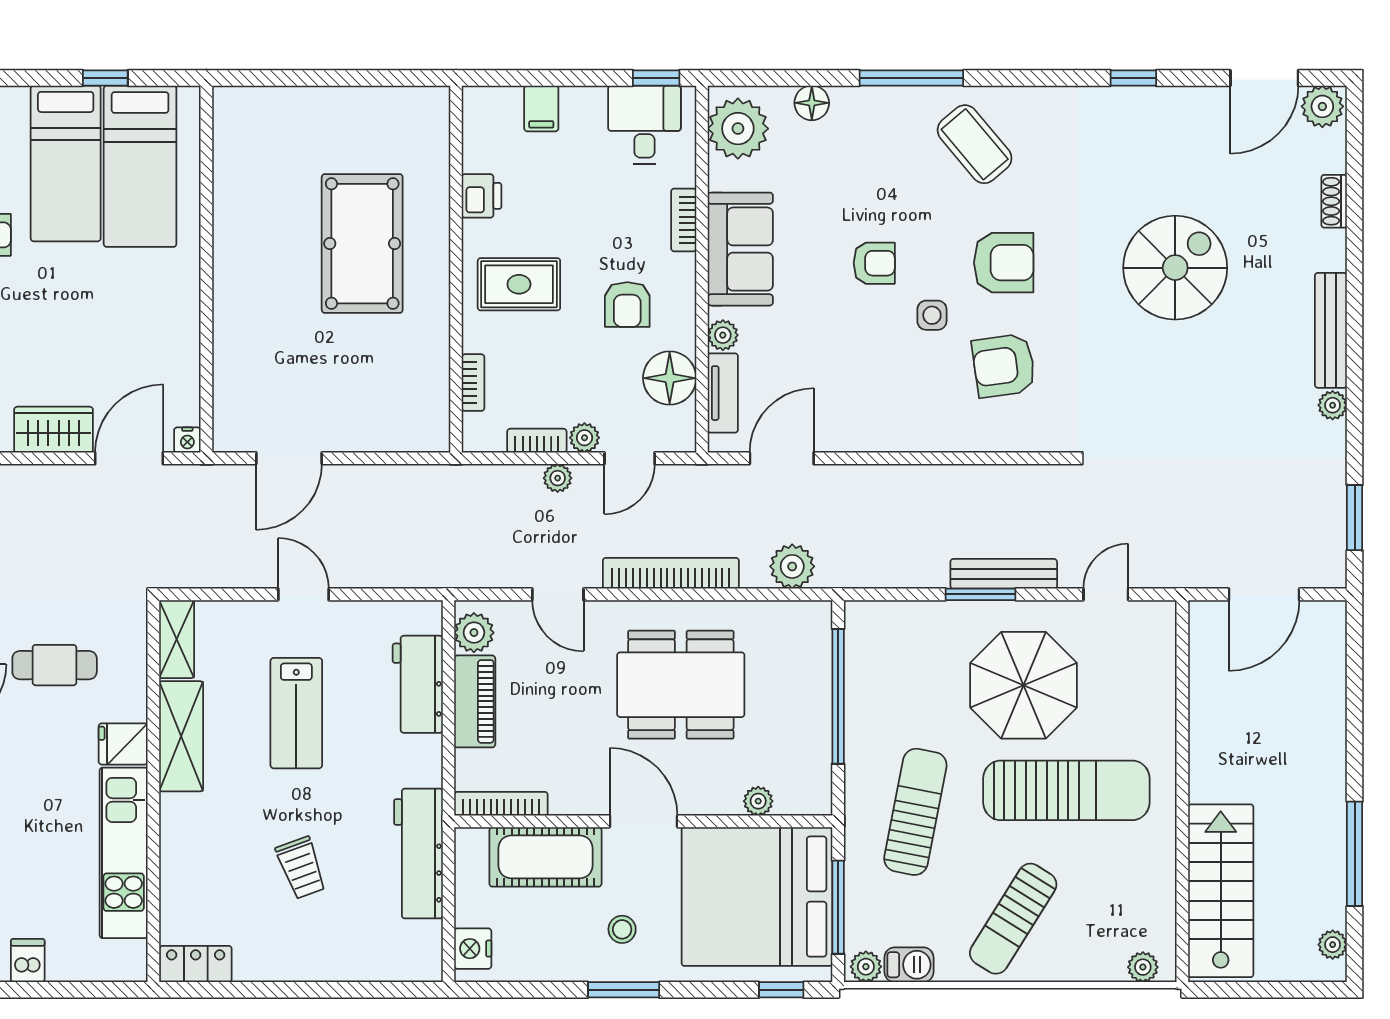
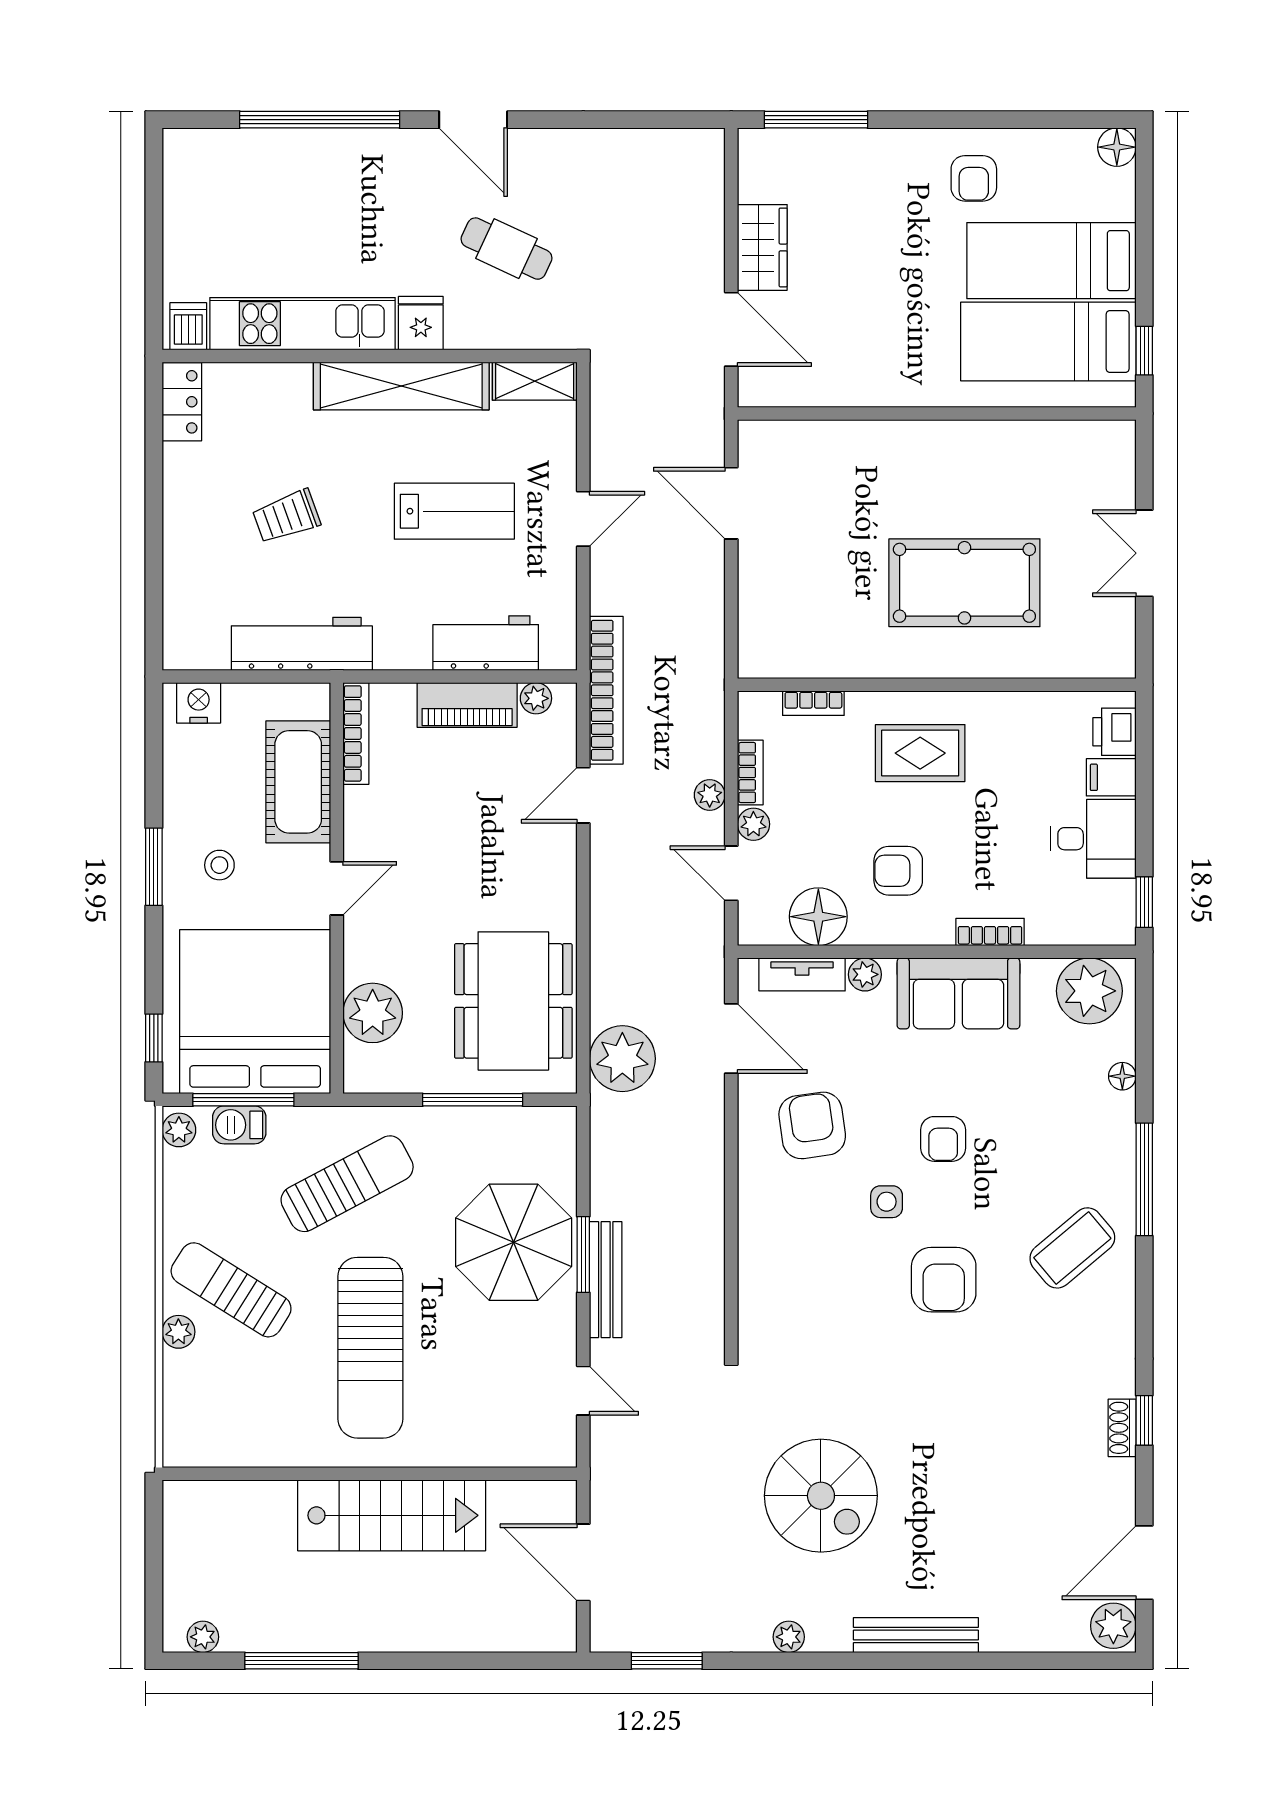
window: (105, 78) -> (1144, 351), moved
double door: (335, 78) -> (1144, 553), added
door: (1264, 78) -> (1144, 1563), hinge flipped
floor lamp: (812, 103) -> (1122, 1076), width x0.73, depth x0.73
desk: (644, 125) -> (1093, 839), moved
printer: (482, 196) -> (1115, 732), moved, turned 90
shoe rack: (1334, 201) -> (1122, 1428), moved, turned -90
spiral stairs: (1175, 268) -> (821, 1496), moved
rug: (519, 284) -> (920, 753), turned 90
bench: (1331, 330) -> (916, 1635), moved
armchair: (1004, 366) -> (812, 1125), moved
nightstand: (187, 440) -> (751, 393), removed
plant: (792, 566) -> (622, 1059), width x1.36, depth x1.36
bookcase: (671, 573) -> (606, 690), moved
plant: (474, 633) -> (536, 698), width x0.73, depth x0.73
cafe table: (55, 665) -> (506, 249), turned -65
dining table: (681, 685) -> (513, 1001), moved
parasol: (1024, 685) -> (514, 1242), moved
window: (838, 696) -> (473, 1100), width x0.68
lab bench: (296, 713) -> (454, 511), turned 180
shelving: (181, 736) -> (401, 386), width x1.47
plant: (758, 801) -> (373, 1013), width x1.88, depth x1.88
sun lounger: (915, 812) -> (347, 1184), turned -39
door: (643, 821) -> (337, 888), width x0.73
stairs: (1221, 891) -> (392, 1515), moved
dishwasher: (28, 961) -> (188, 326), moved, turned -90
barbecue: (909, 965) -> (239, 1125), moved, turned 90
plant: (1143, 967) -> (178, 1332), moved

